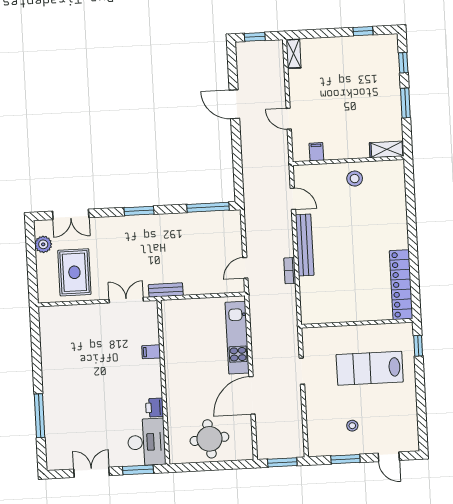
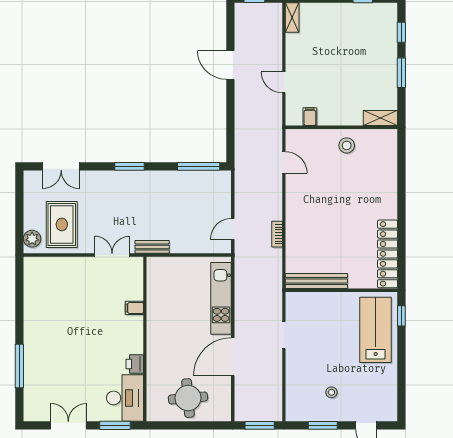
plant: (43, 244) -> (32, 239), moved
bench: (305, 245) -> (316, 281), moved, turned 90
lab bench: (370, 368) -> (376, 330), moved, turned 90

